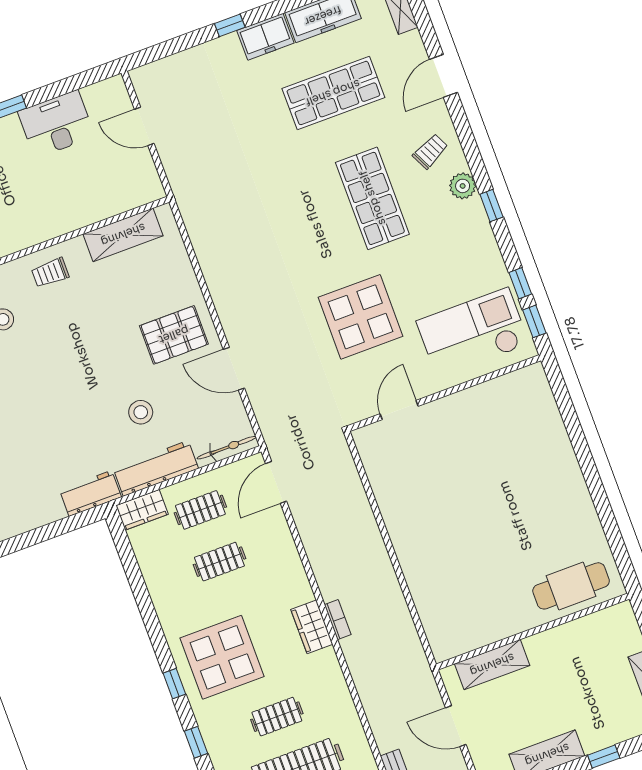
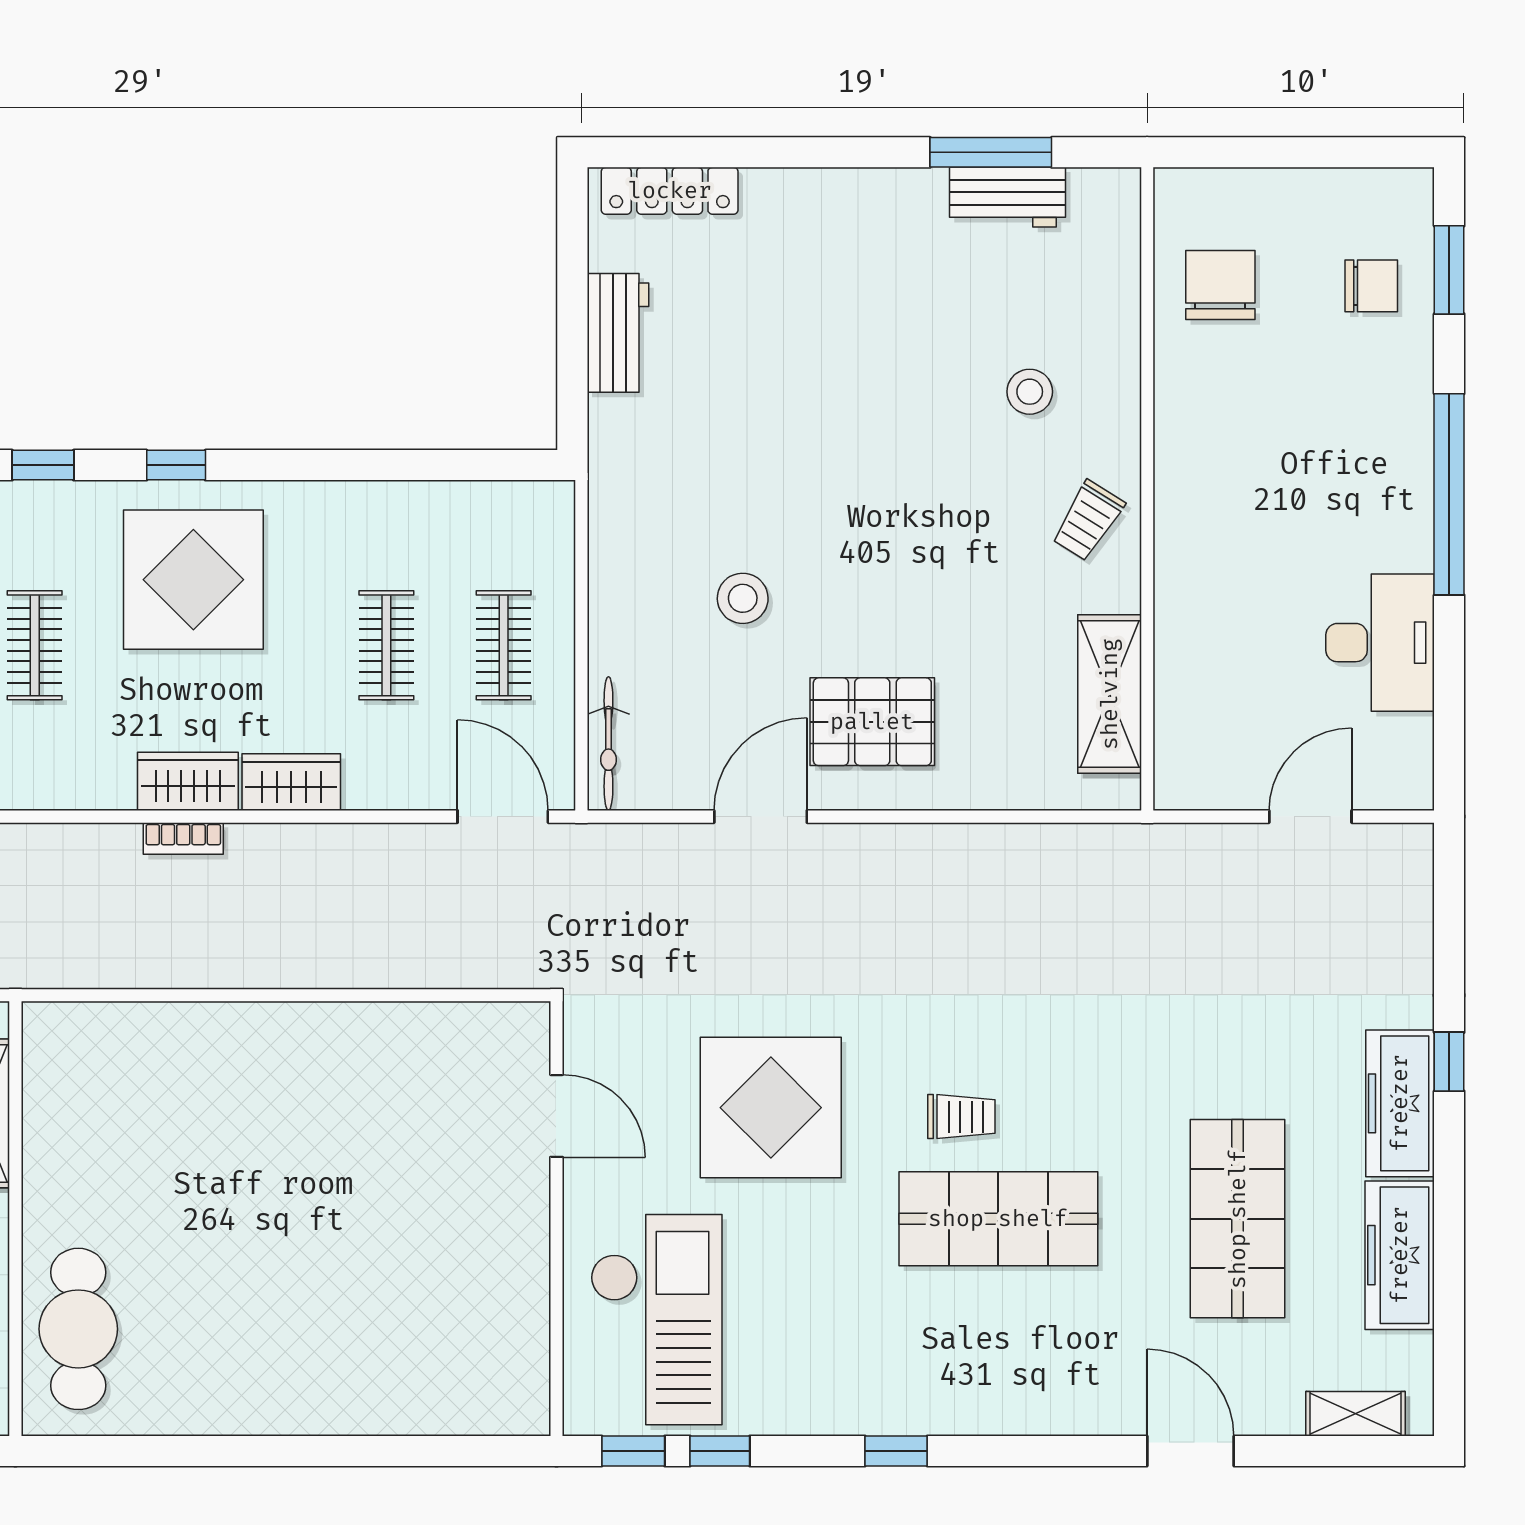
freezer: (265, 37) -> (1400, 1103), width x1.40
trolley: (430, 151) -> (961, 1117), moved, turned -64
plant: (463, 186) -> (957, 1408), removed
trolley: (50, 273) -> (1088, 521), turned -148
pallet: (174, 335) -> (872, 722), turned 90
workbench: (156, 468) -> (619, 587), removed
workbench: (90, 493) -> (618, 333), moved
wardrobe: (142, 510) -> (291, 782), moved, turned 90

